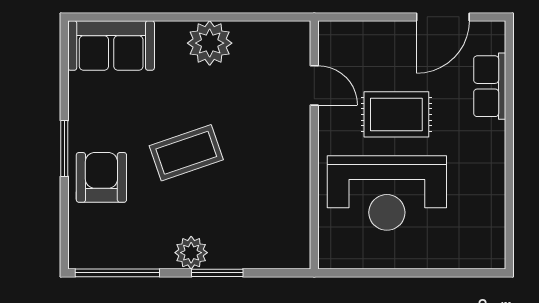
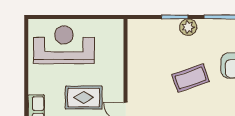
reception desk: (387, 193) -> (64, 45), moved

